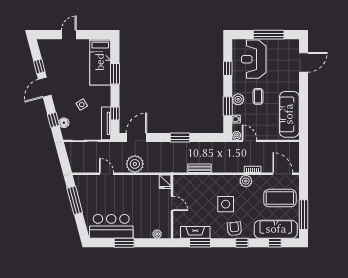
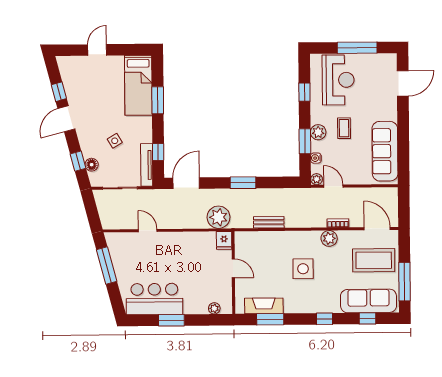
reception desk: (254, 59) -> (338, 80), turned 180
plant: (135, 164) -> (218, 217), moved
armchair: (234, 229) -> (315, 301), removed

